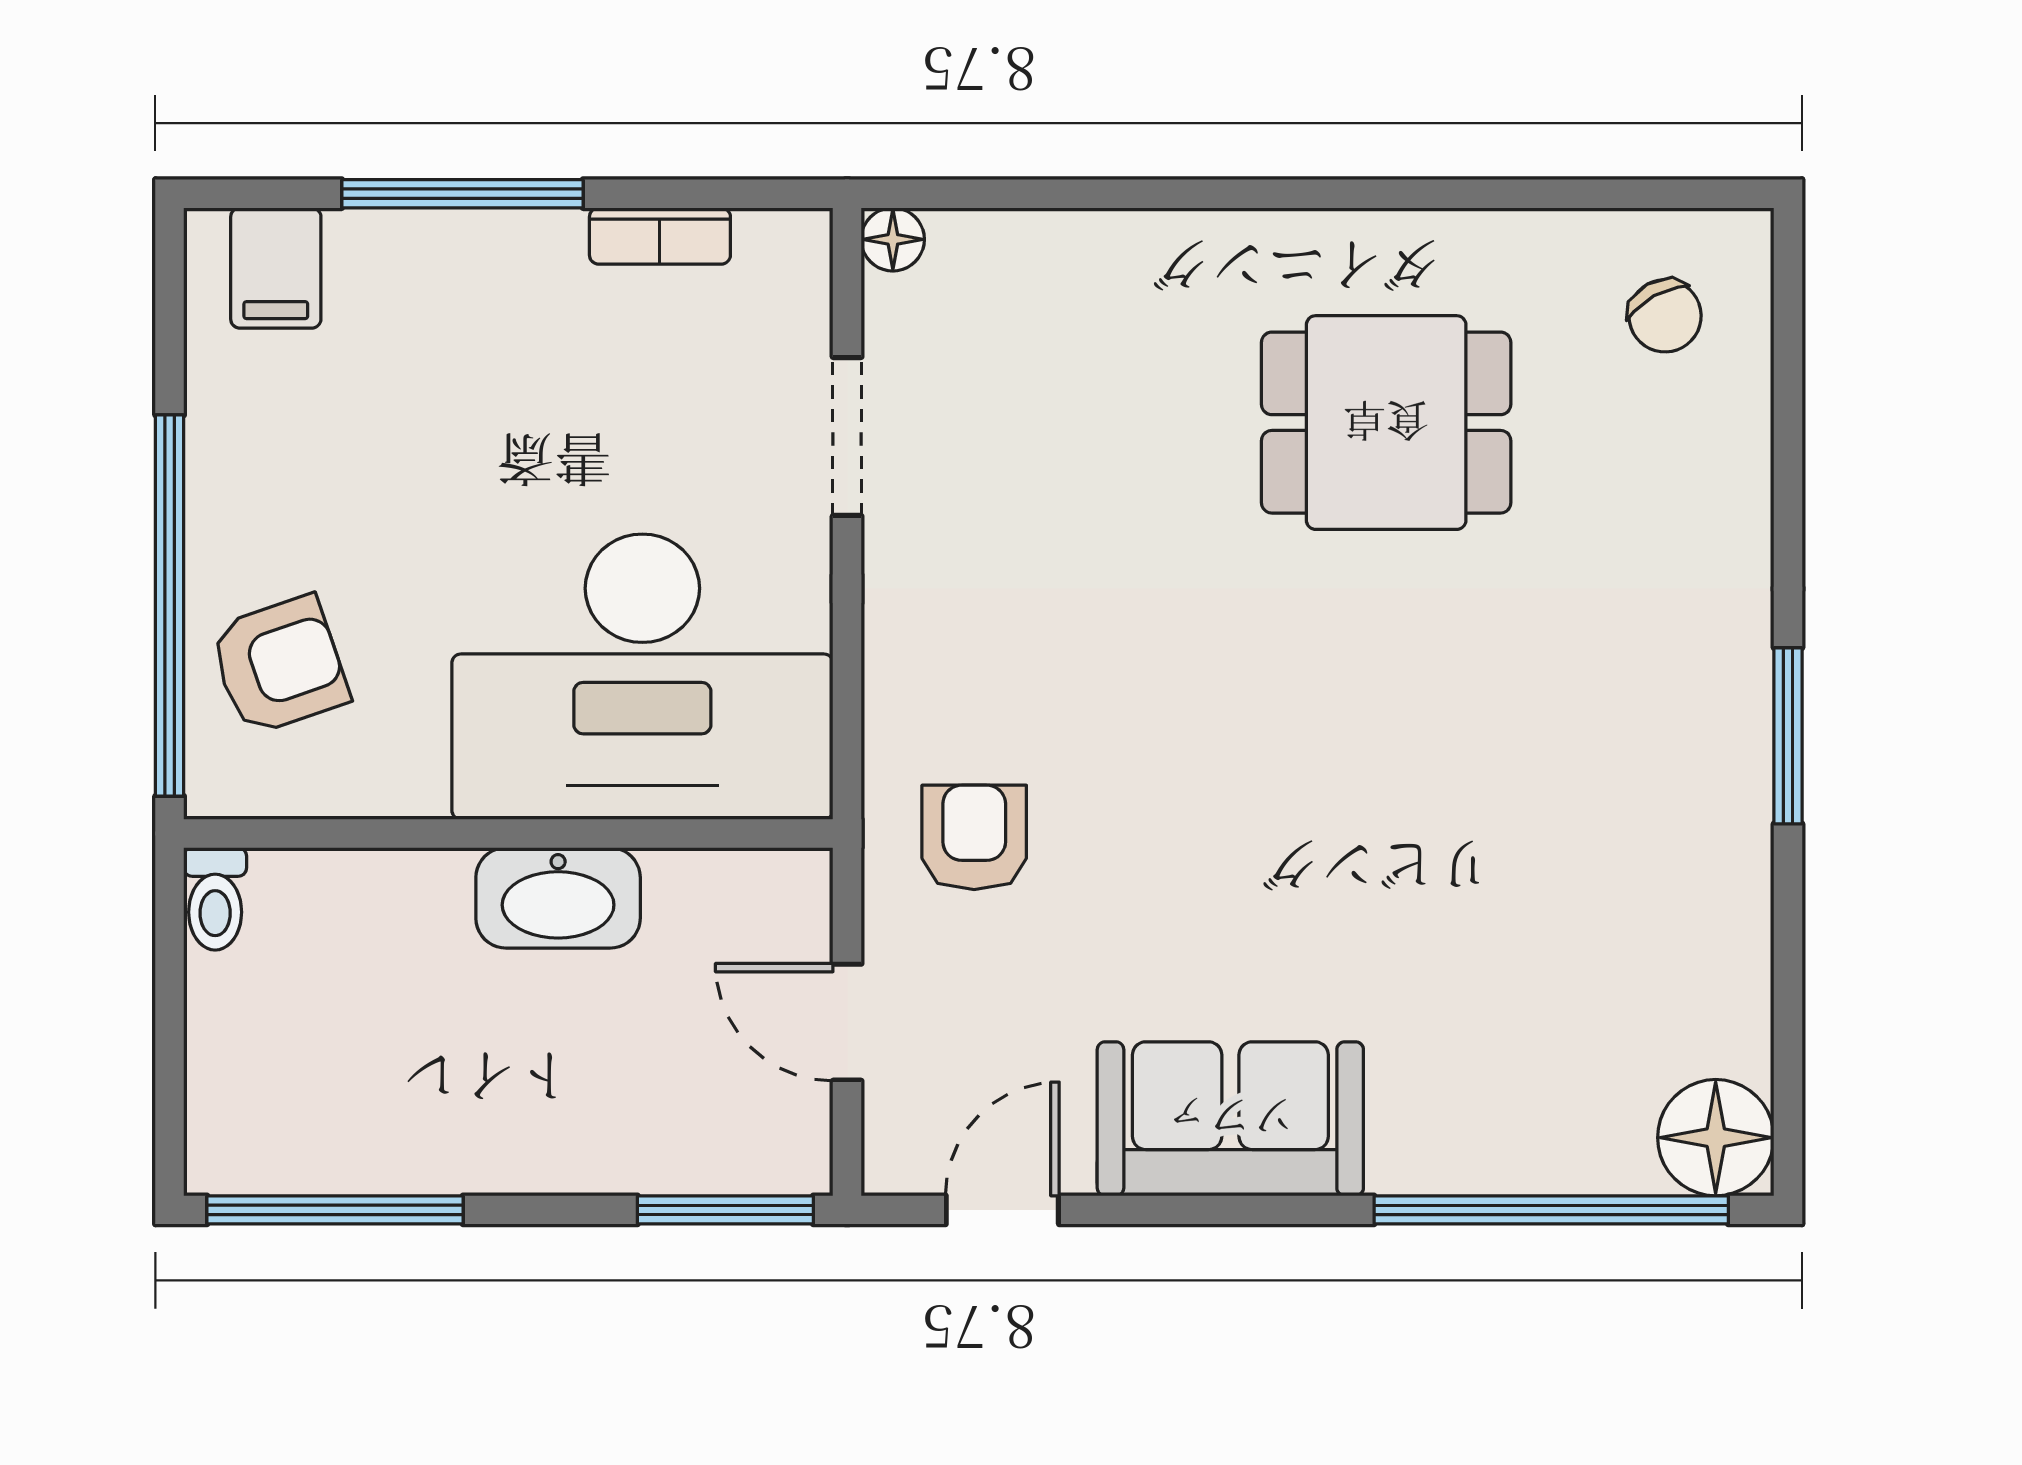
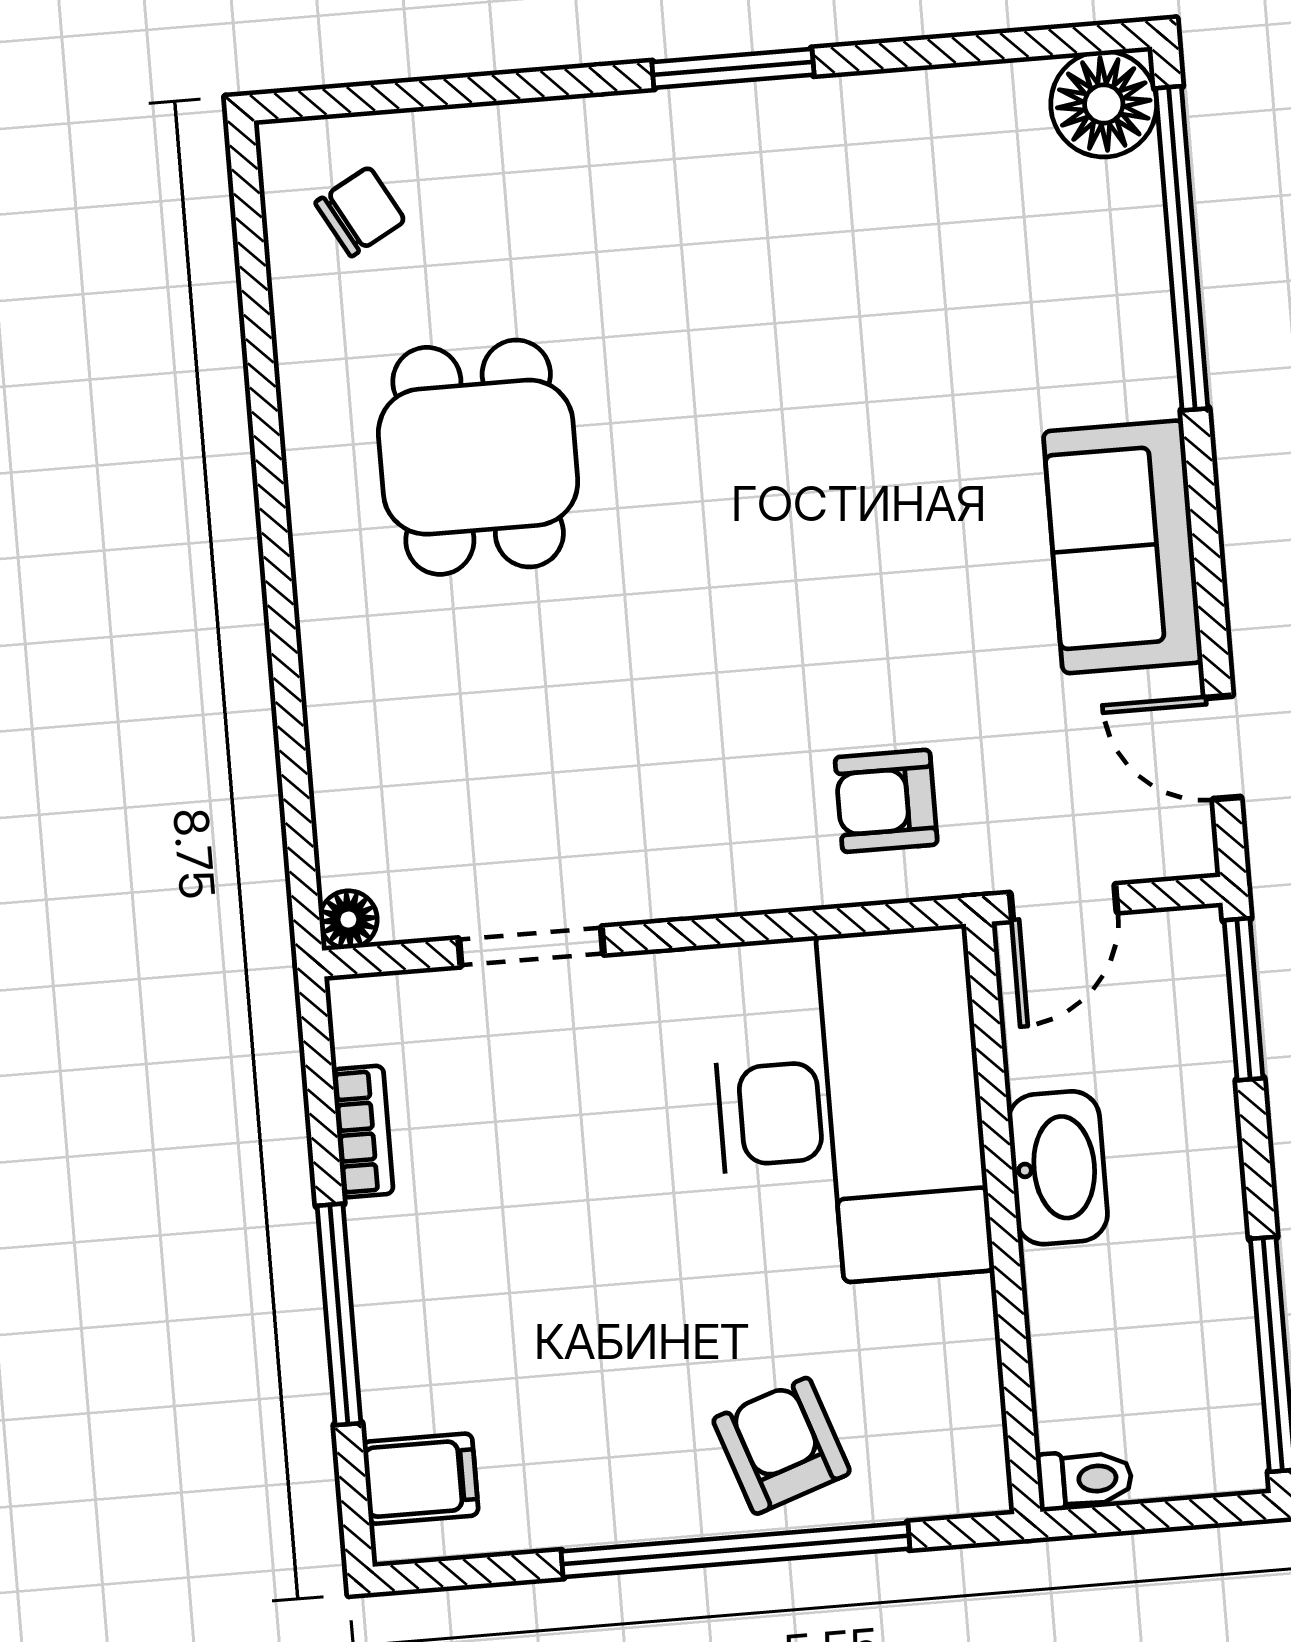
desk: (642, 677) -> (850, 1108), moved
wall: (508, 833) -> (1003, 1218), moved
washbasin: (558, 898) -> (1058, 1168), moved
toilet: (215, 899) -> (1084, 1480), moved

